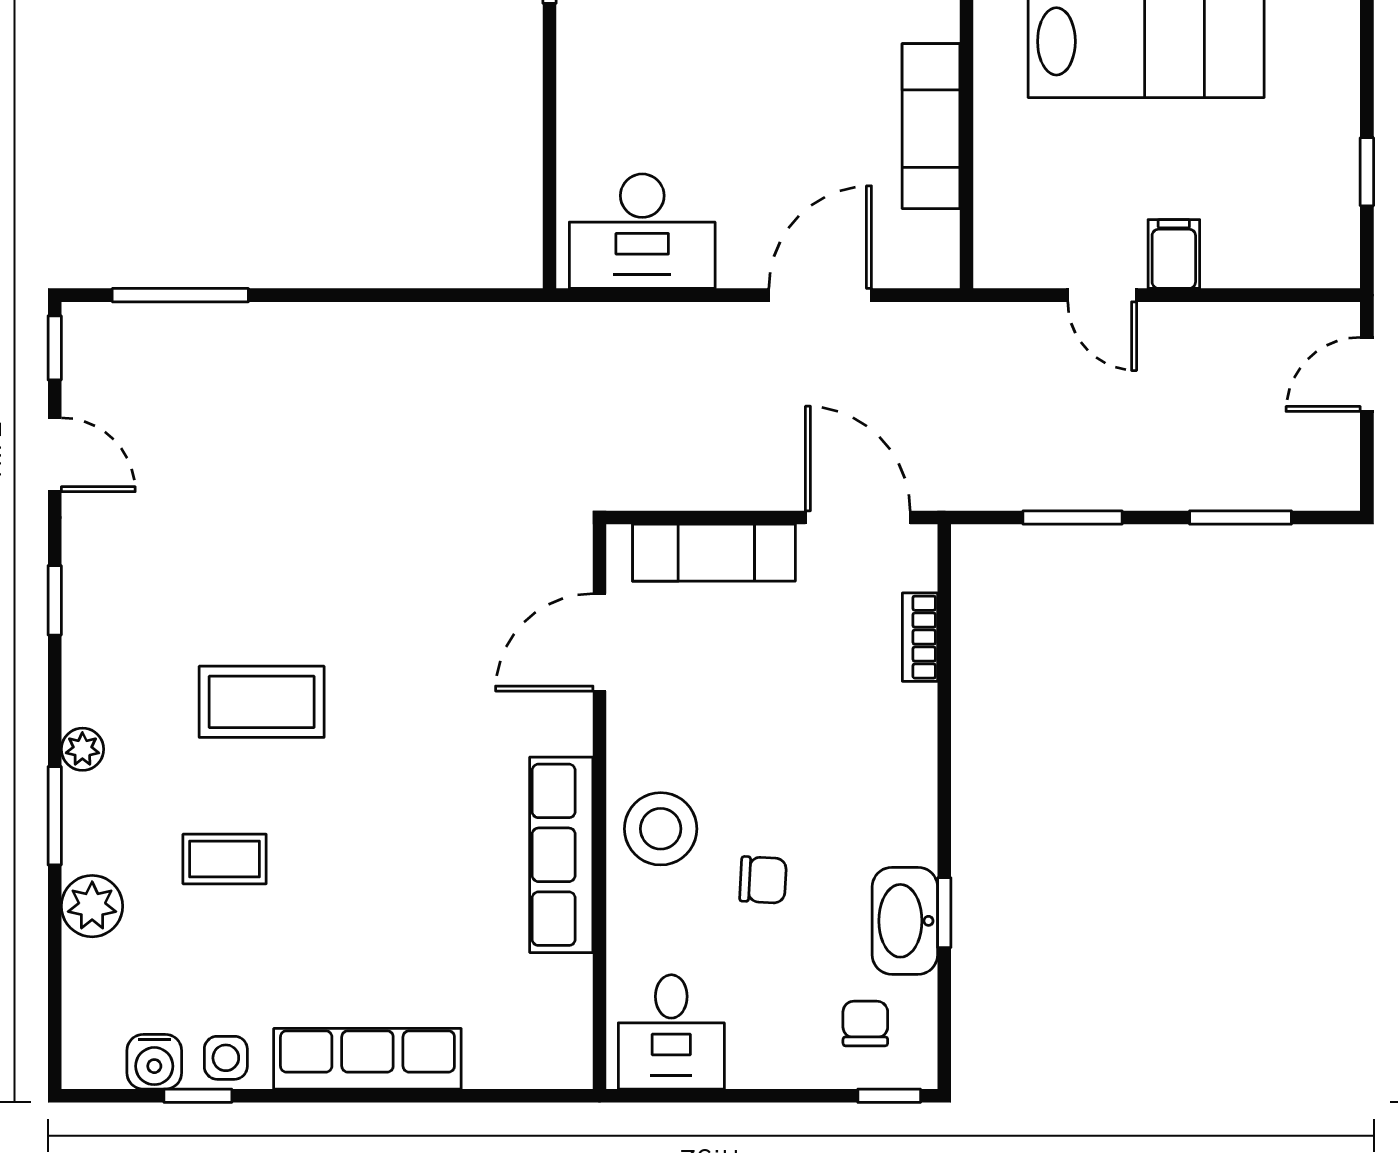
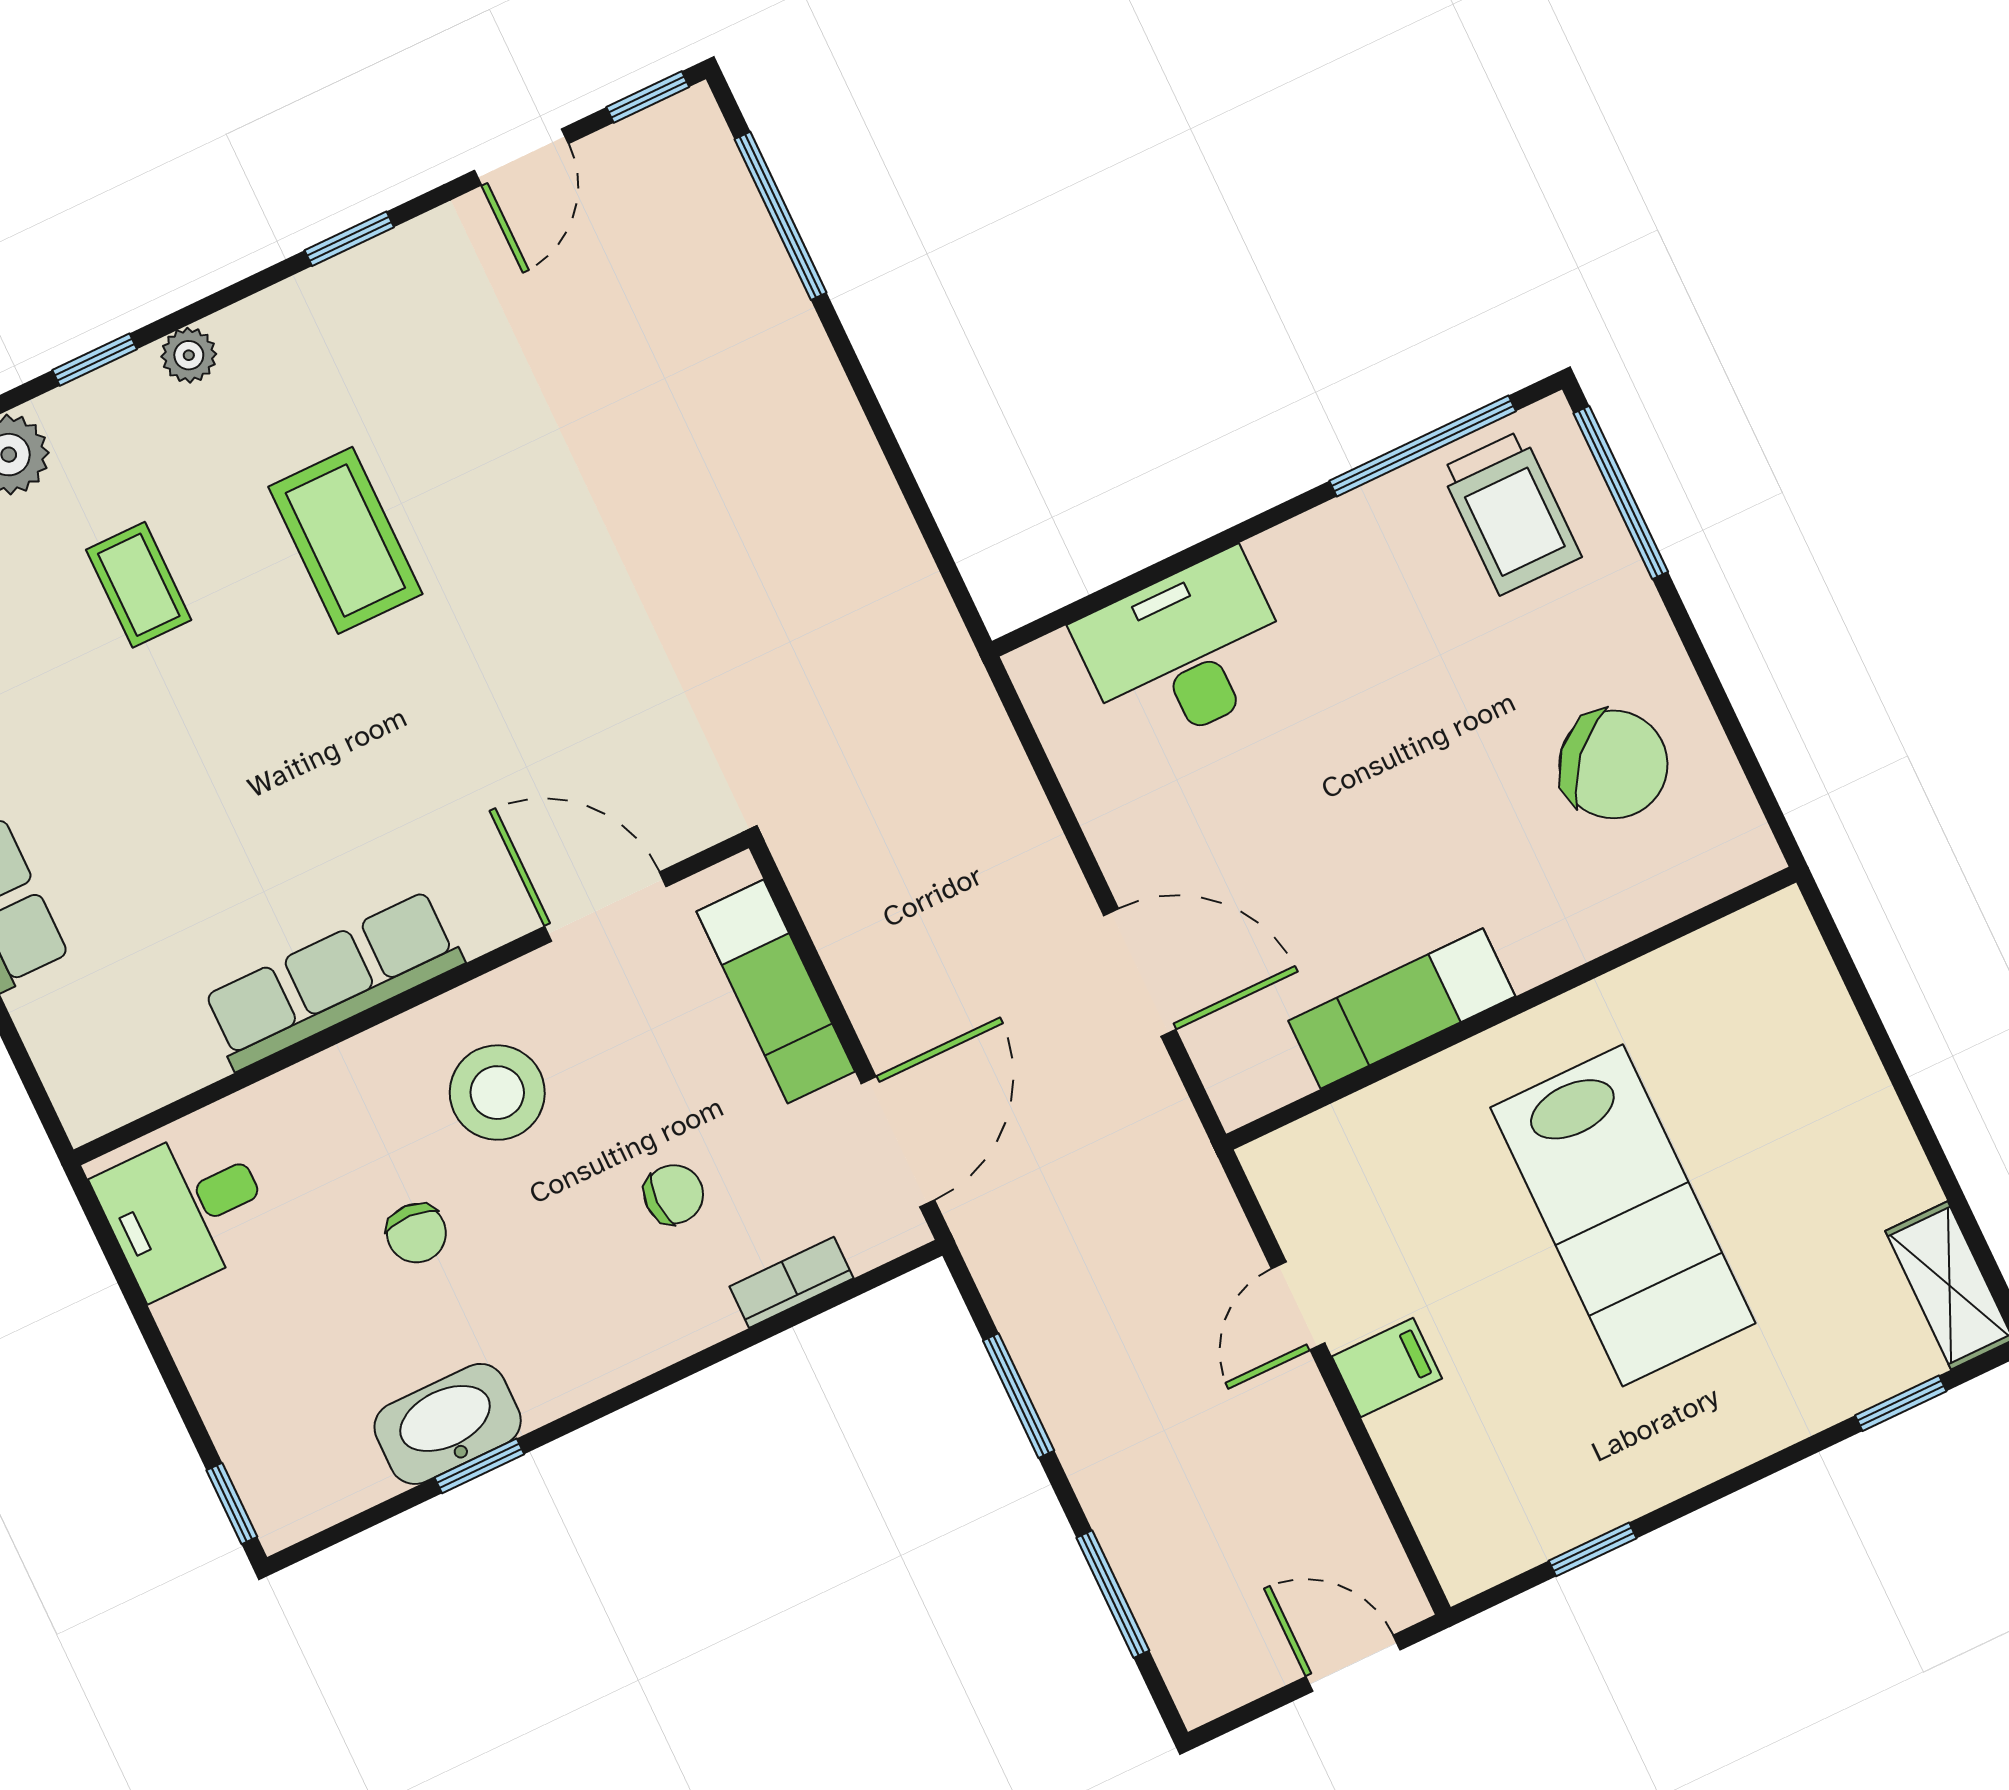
desk: (642, 231) -> (1185, 652), moved, turned 90
window: (55, 816) -> (95, 360), width x0.67
stool: (661, 829) -> (497, 1093), moved
chair: (865, 1023) -> (674, 1194), moved

